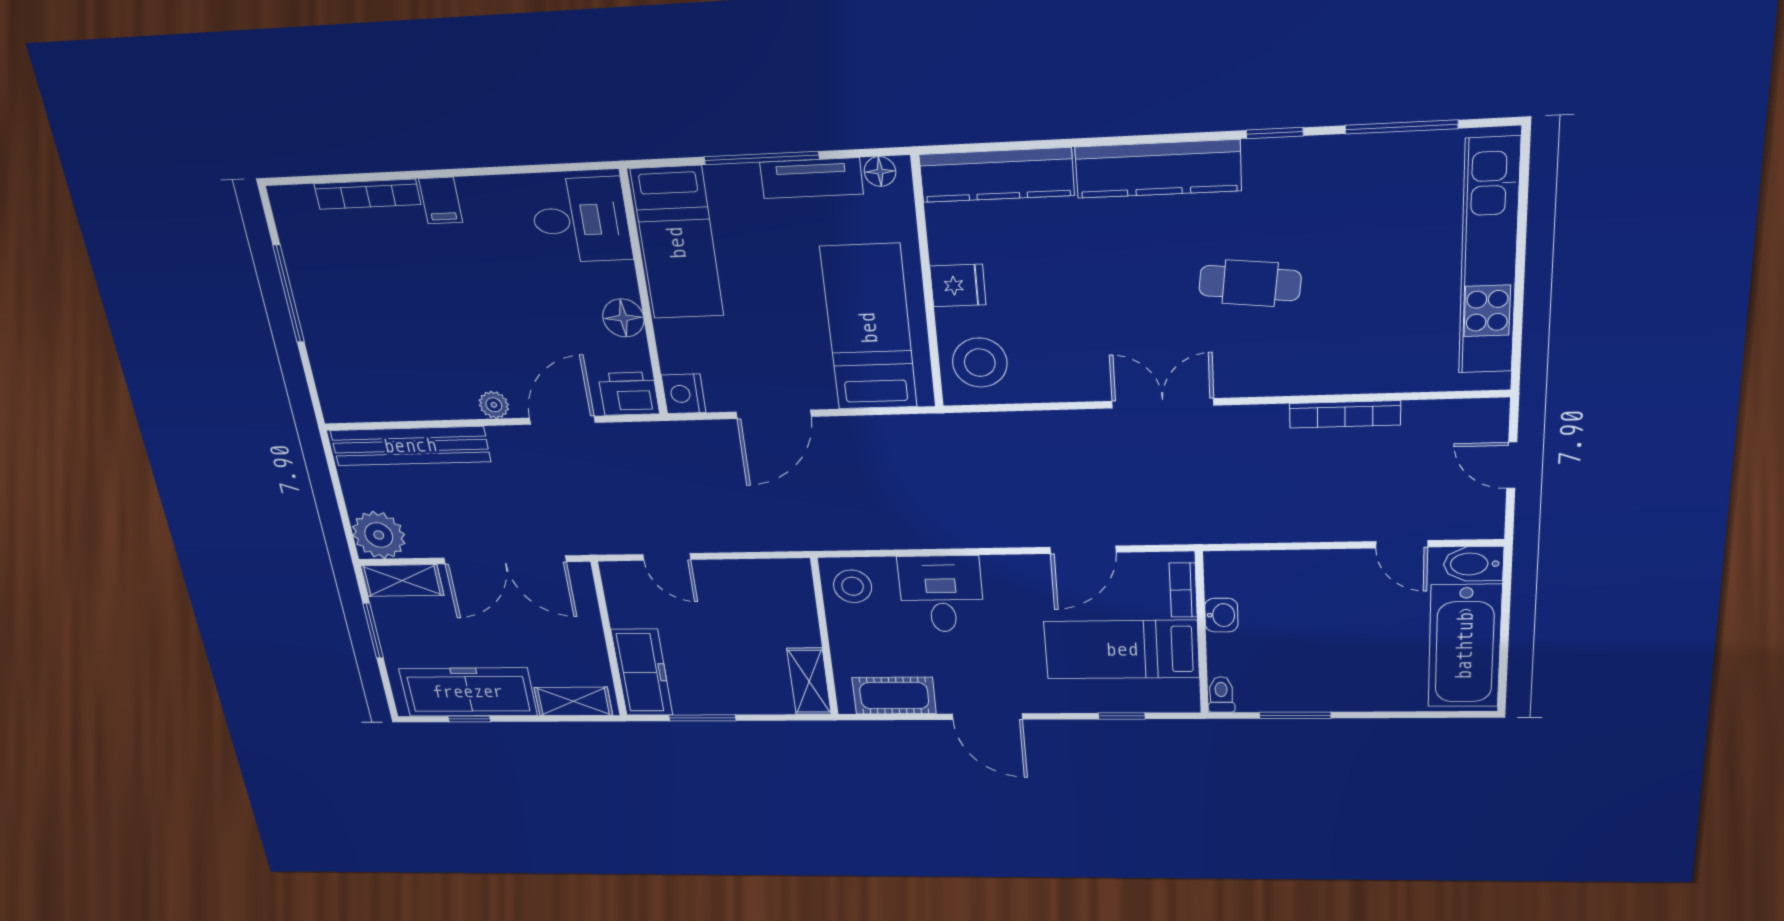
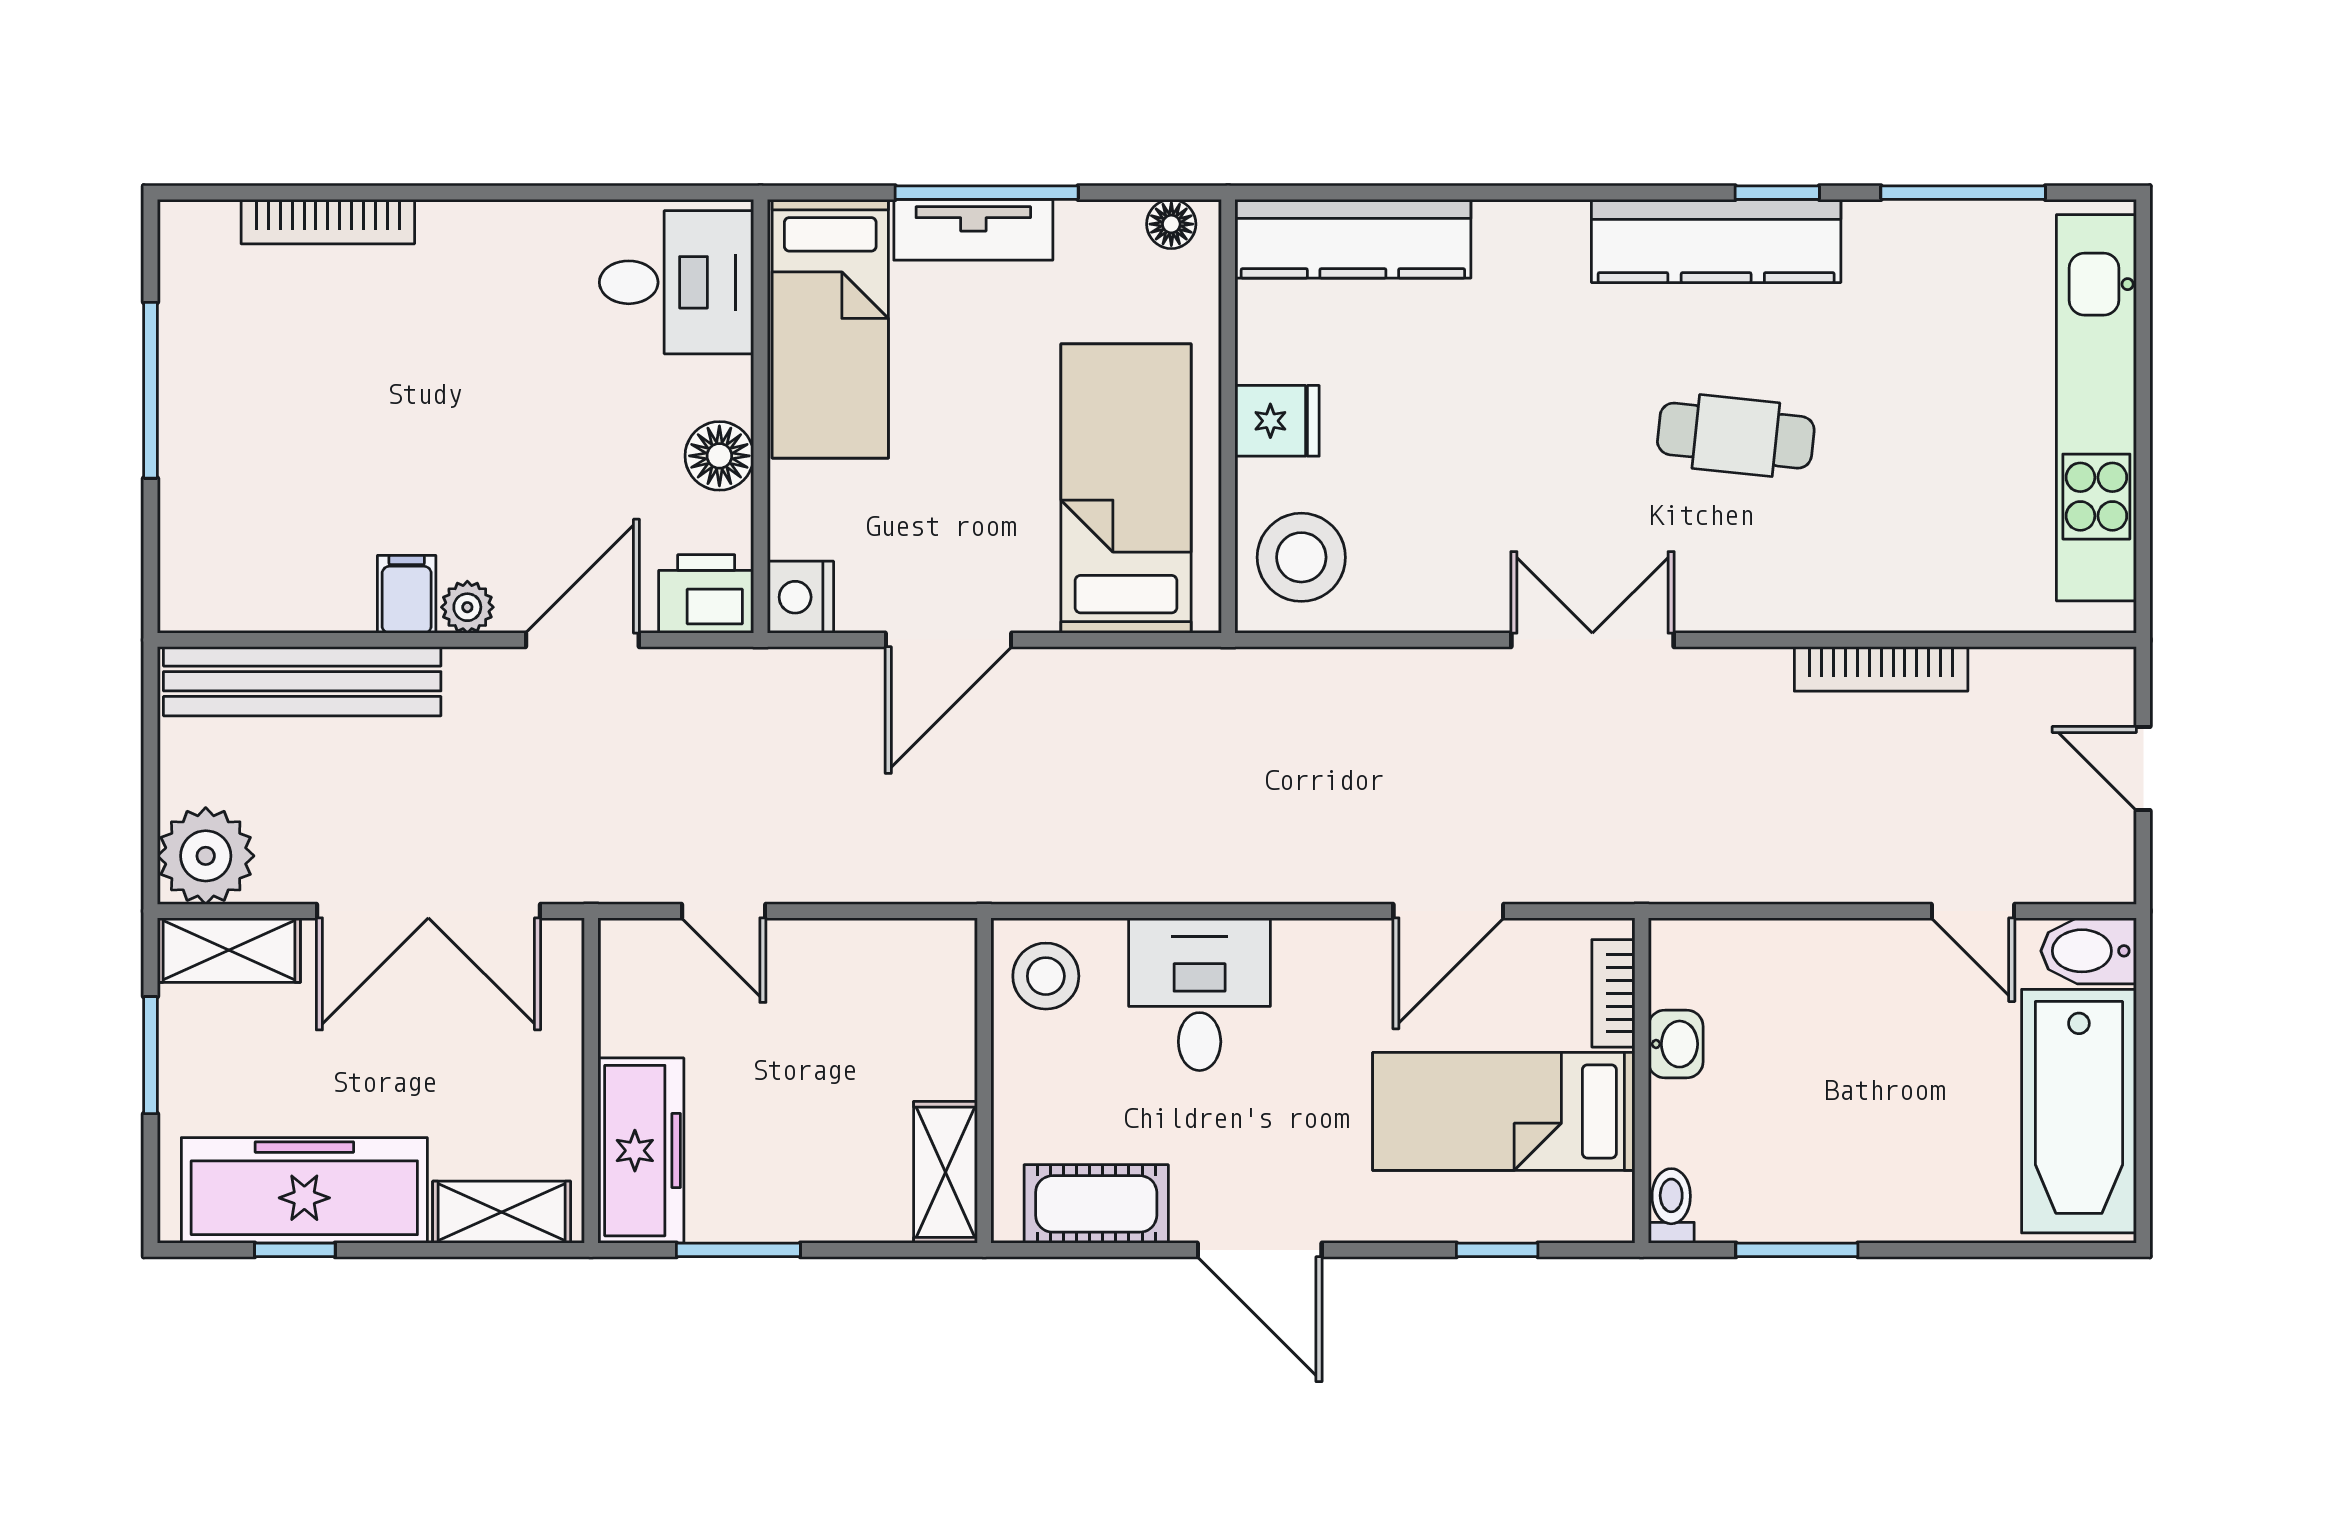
kitchen counter: (1158, 169) -> (1716, 241), moved
tv unit: (812, 178) -> (973, 230), moved
filing cabinet: (441, 201) -> (407, 594), moved, turned 180

